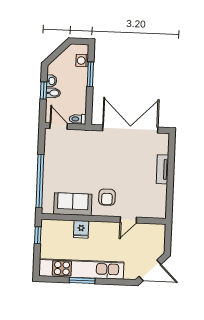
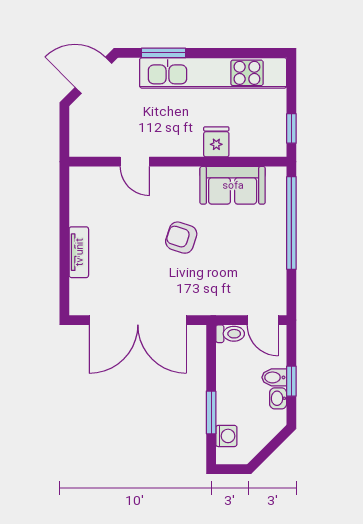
armchair: (107, 197) -> (181, 238), moved, turned -72
door: (128, 220) -> (135, 162), swing flipped
window: (82, 280) -> (164, 53), moved

